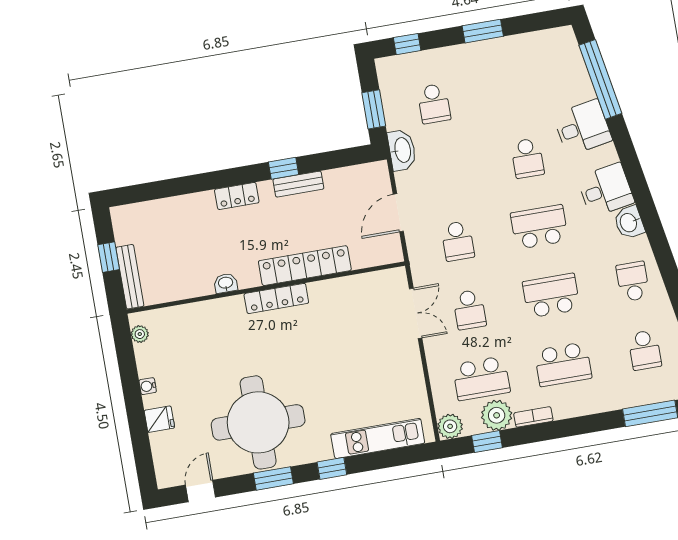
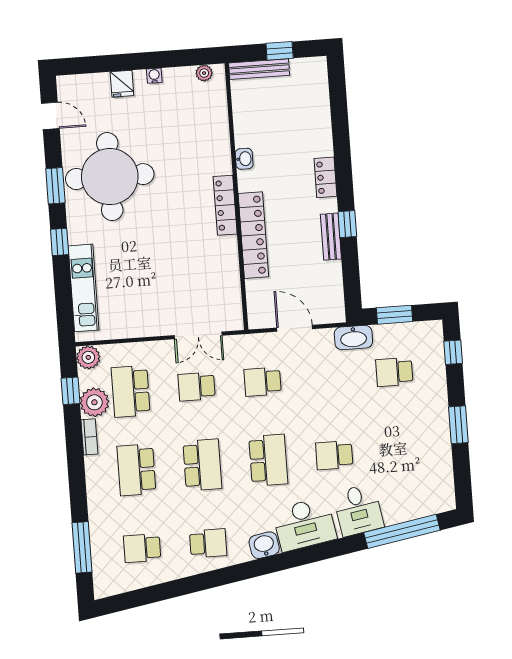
desk: (606, 190) -> (304, 524), width x1.37

